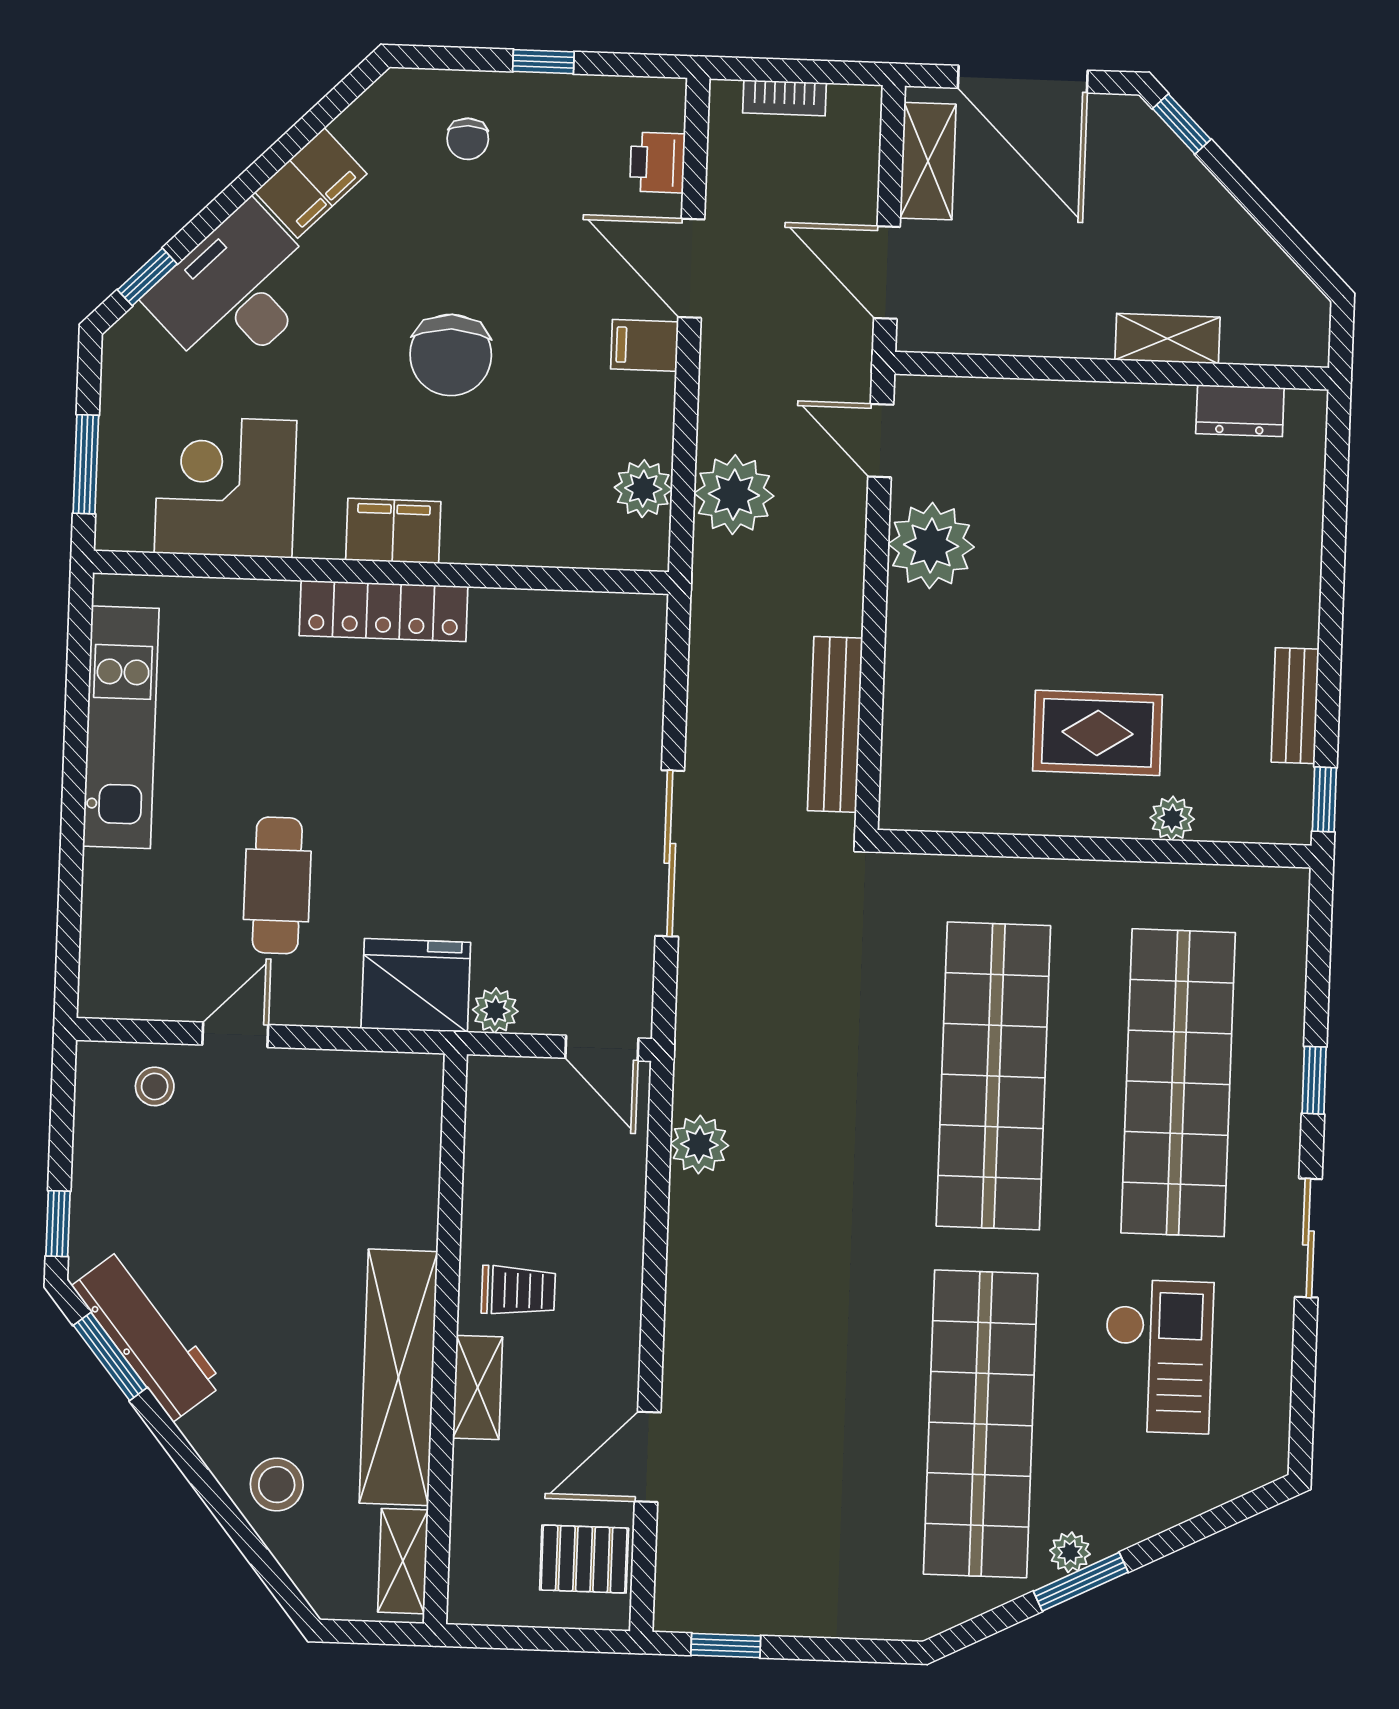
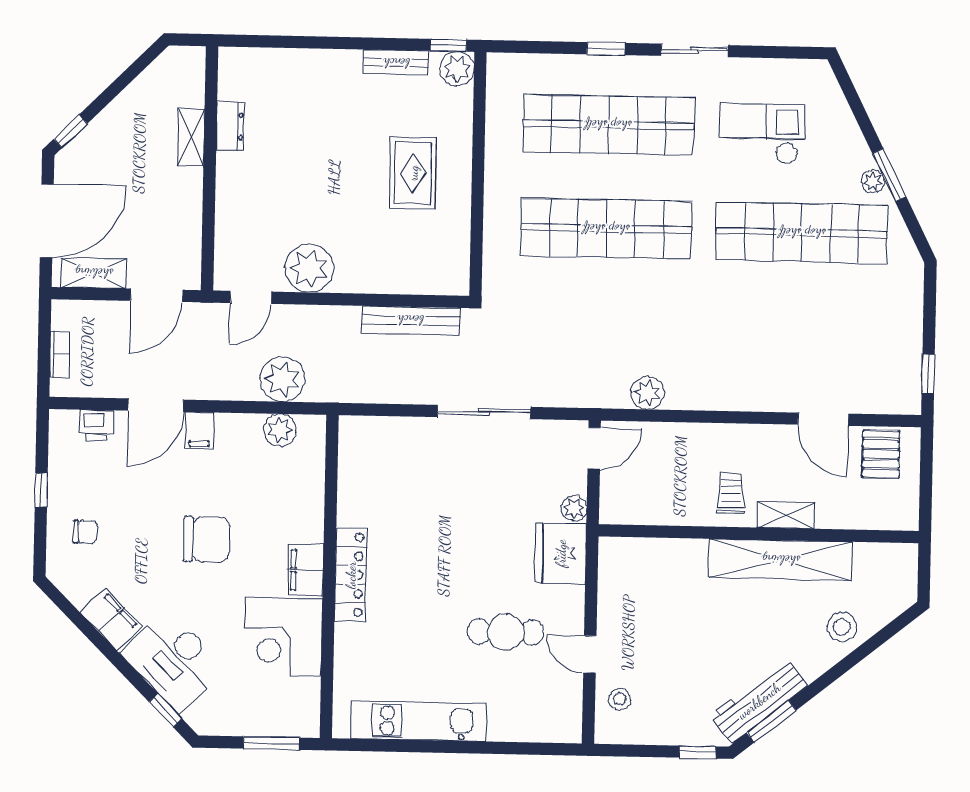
dresser: (1240, 411) -> (230, 126), moved
corner desk: (226, 487) -> (283, 637), moved
plant: (1172, 818) -> (457, 69), moved, width x1.38, depth x1.38
shelving: (403, 1561) -> (884, 556), removed

